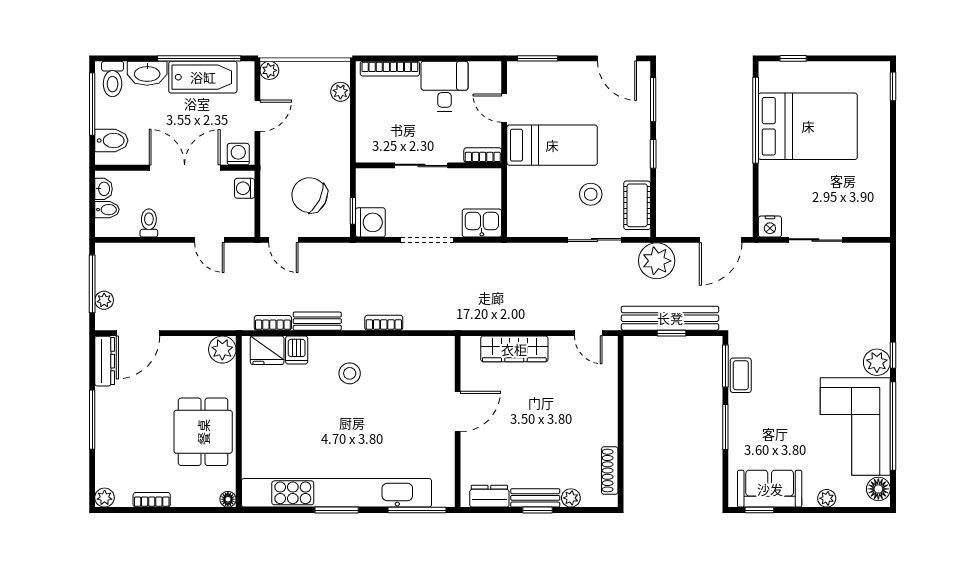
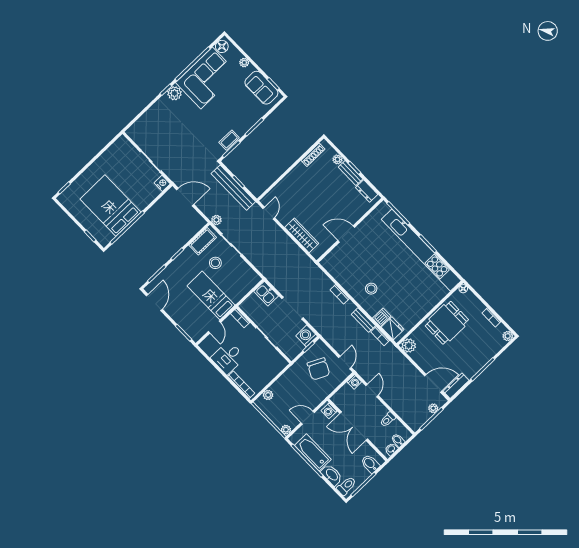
washing machine: (245, 188) -> (354, 382), moved
plant: (657, 261) -> (216, 220), width x0.53, depth x0.53

